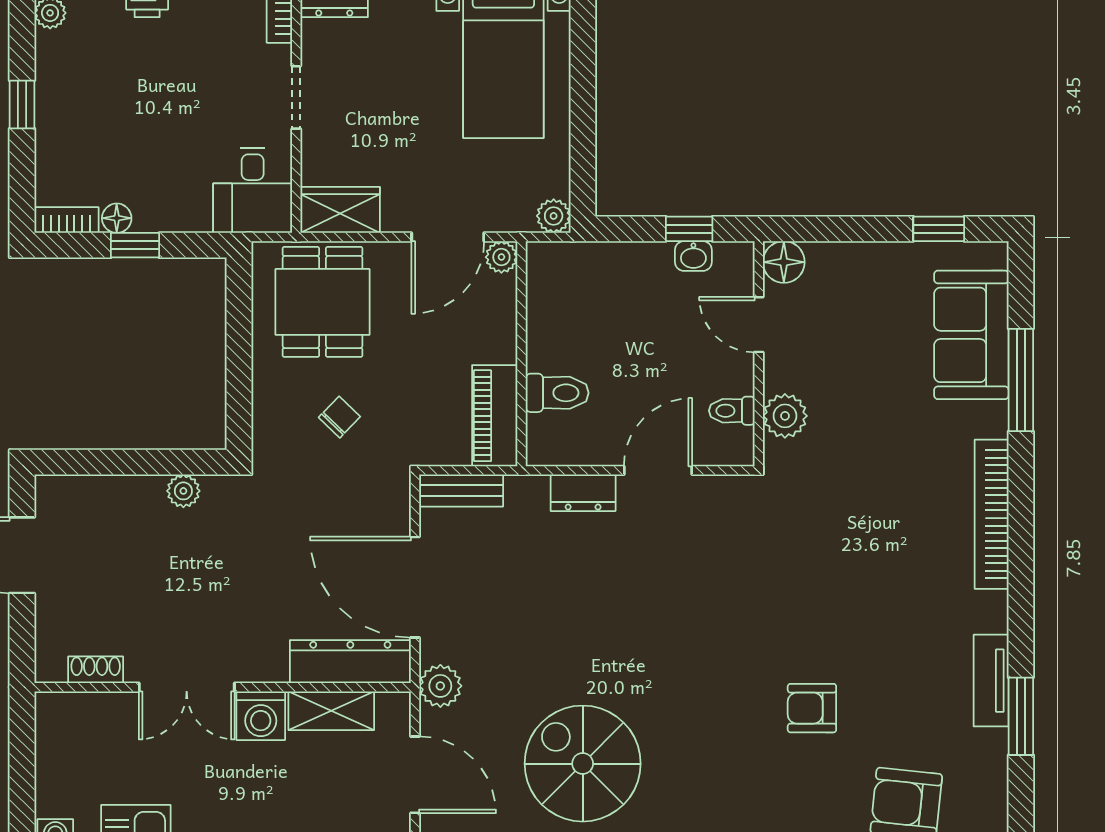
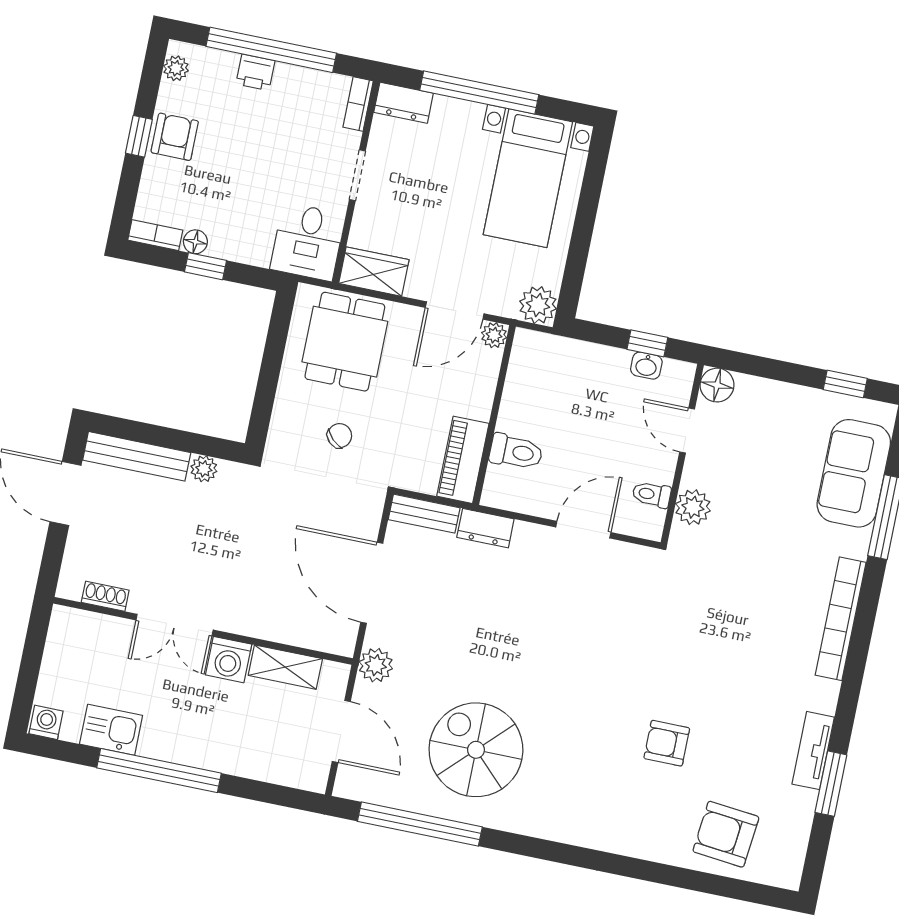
armchair: (66, 96) -> (175, 137), added
plant: (554, 216) -> (538, 305), width x1.38, depth x1.38
bench: (99, 493) -> (137, 456), added
dresser: (583, 493) -> (485, 528), moved
dresser: (350, 662) -> (308, 631), removed

